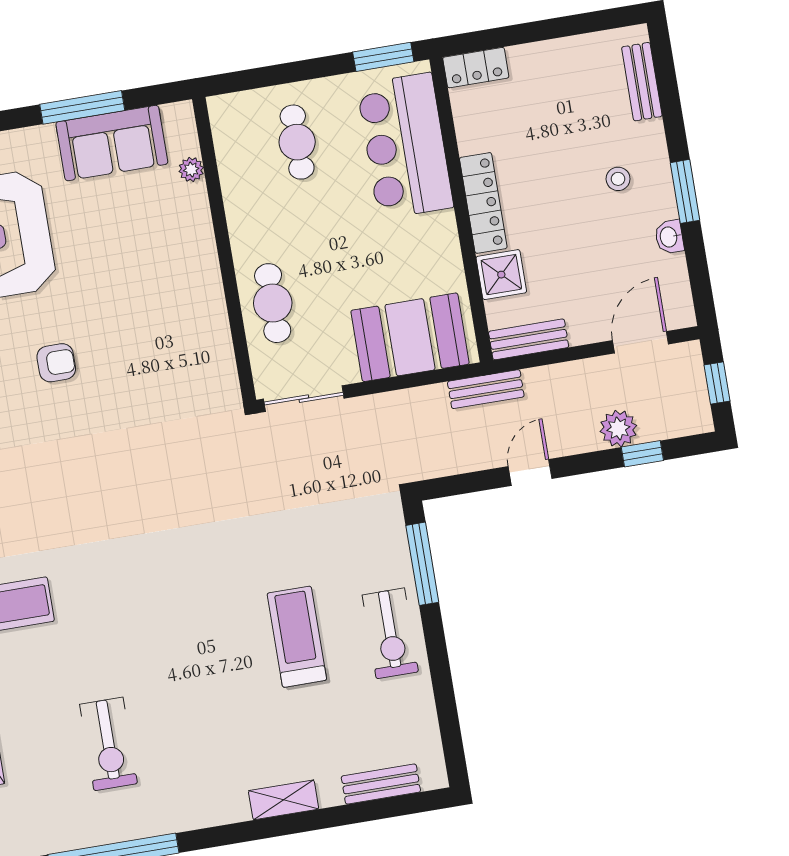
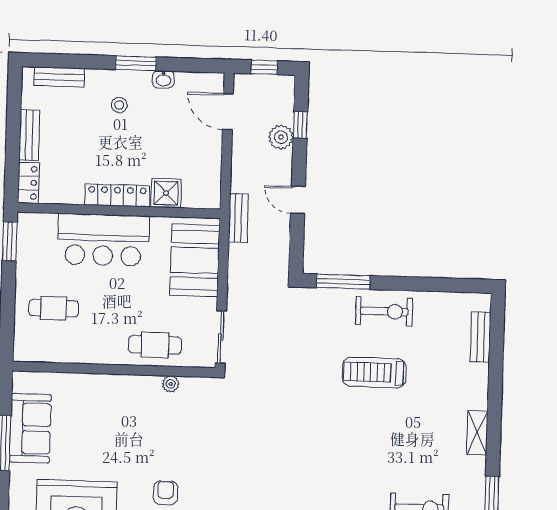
bar counter: (405, 146) -> (103, 240), moved
plant: (191, 170) -> (171, 384), moved
bench: (529, 339) -> (29, 135), moved
shelving: (284, 800) -> (477, 433), moved

